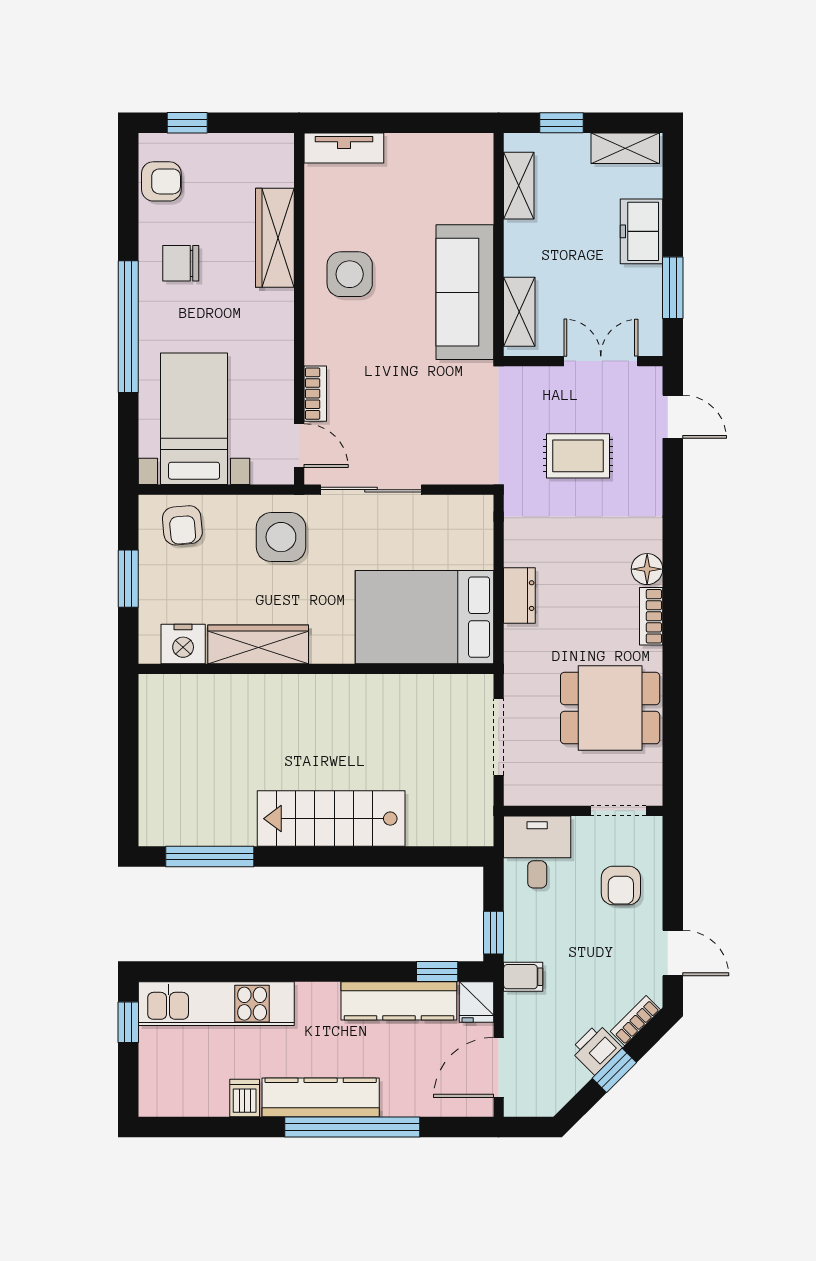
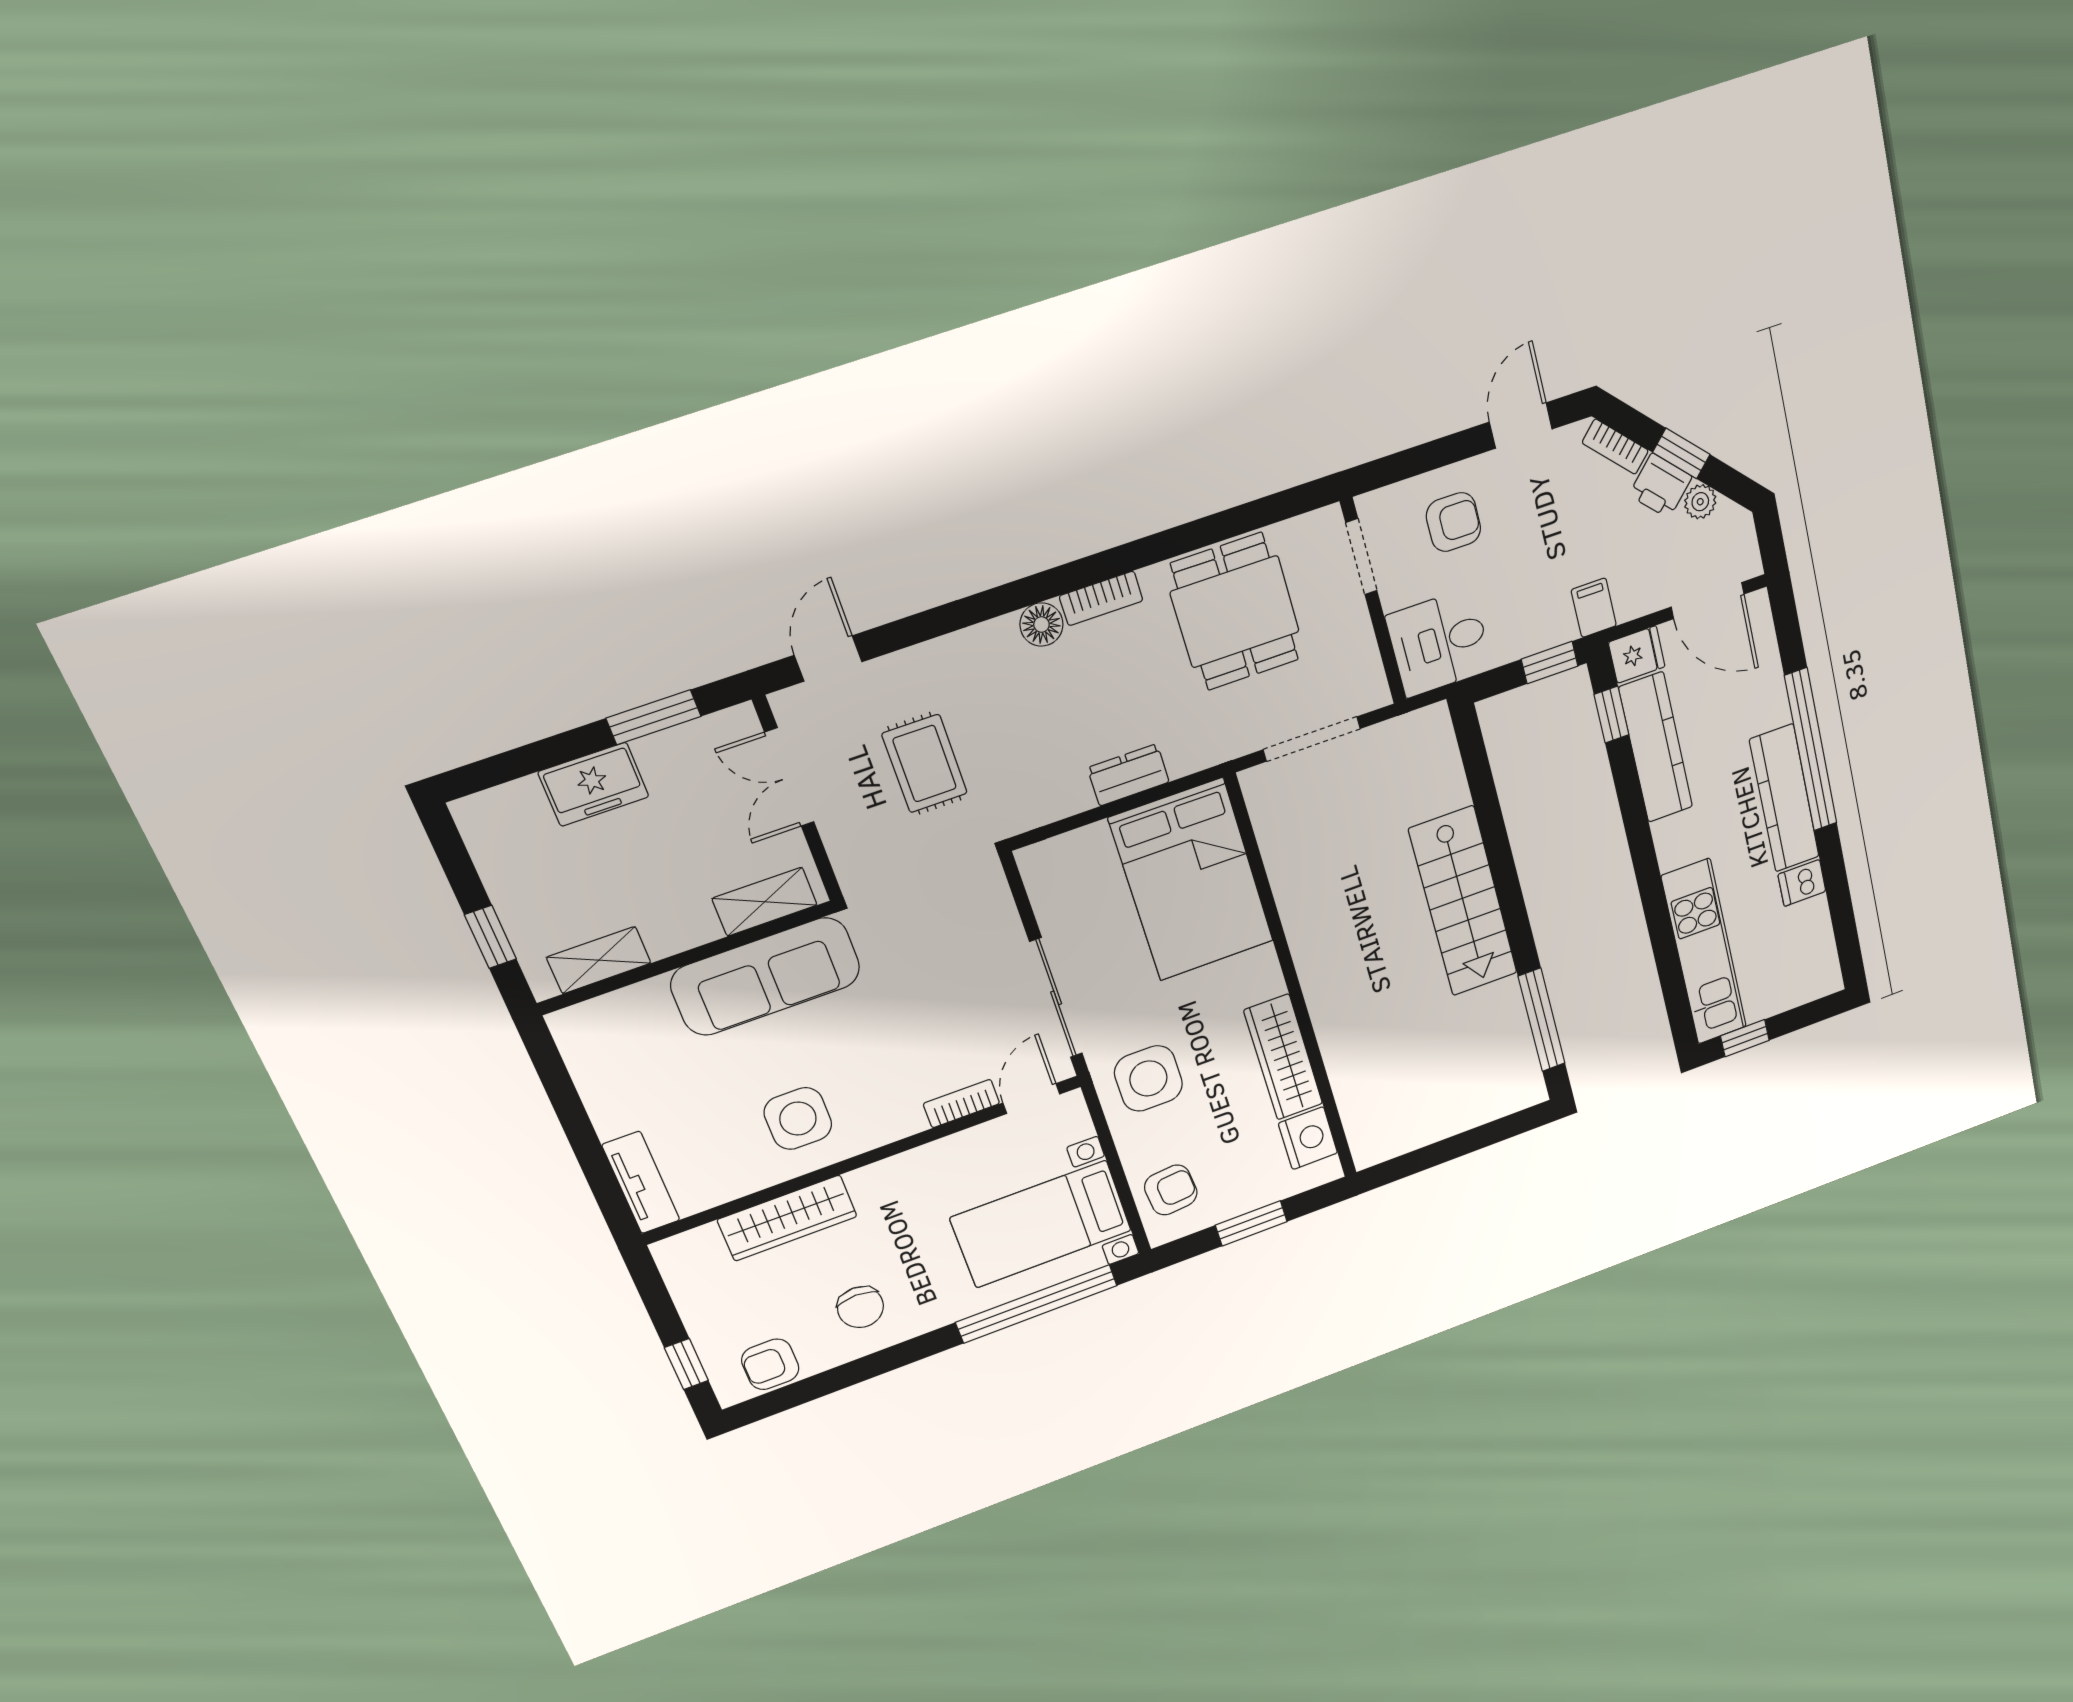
shelving: (625, 148) -> (489, 844), removed
armchair: (161, 181) -> (770, 1364), turned -90
window: (128, 327) -> (1037, 1304), moved
plant: (575, 1077) -> (1700, 502), added

